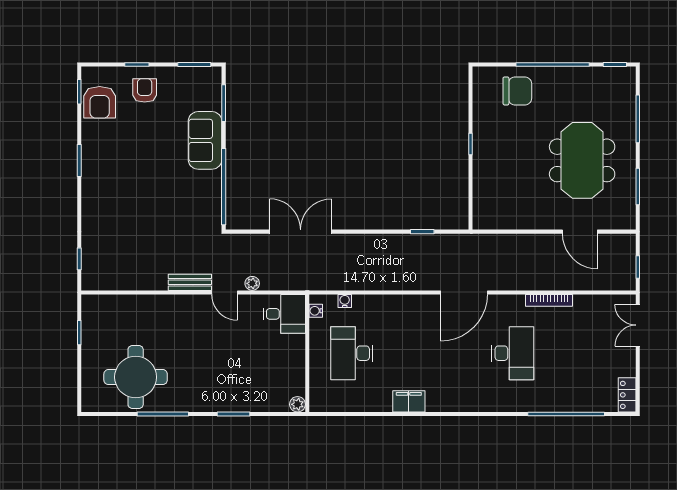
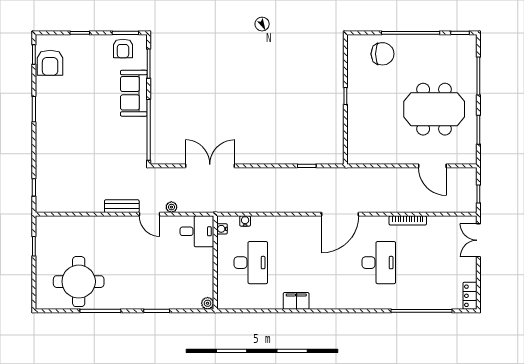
armchair: (145, 90) -> (123, 48), moved, turned 180
meeting table: (582, 160) -> (434, 109), turned 90
desk: (352, 353) -> (251, 263), turned 180

